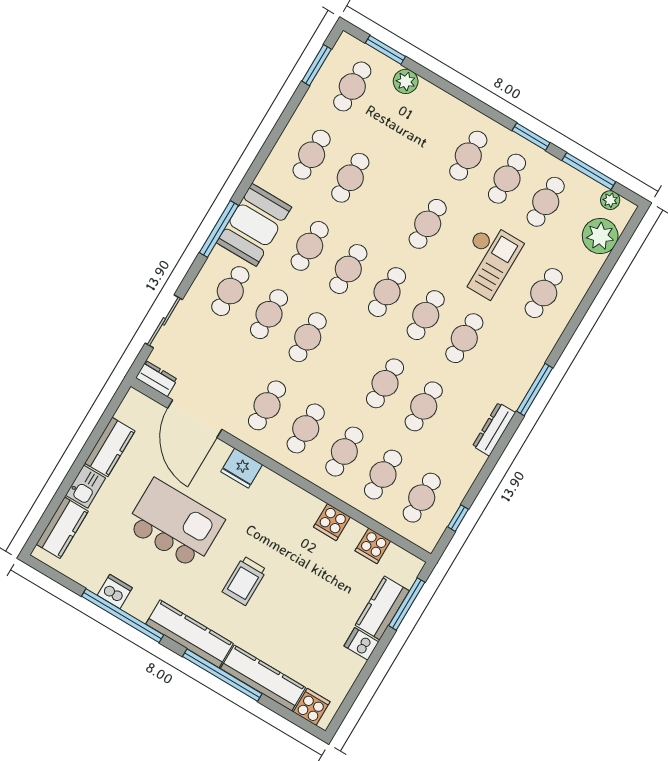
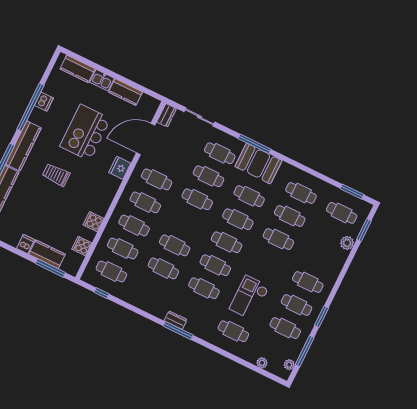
cafe table: (428, 224) -> (278, 239), moved
plant: (600, 236) -> (262, 363), width x0.53, depth x0.53
checkout: (487, 260) -> (249, 298), turned 90
dresser: (494, 429) -> (176, 320), moved, width x0.70
kitchen island: (175, 524) -> (85, 133), turned 180

